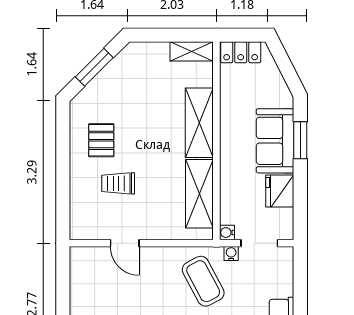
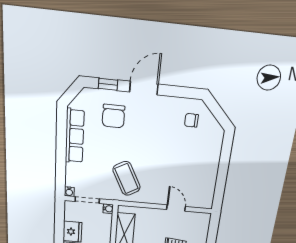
water cooler: (231, 253) -> (69, 192), moved

